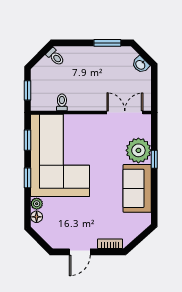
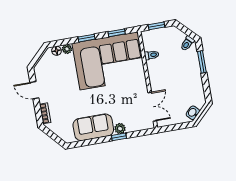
window: (107, 43) -> (202, 62), moved
plant: (138, 150) -> (120, 129), width x0.53, depth x0.53

